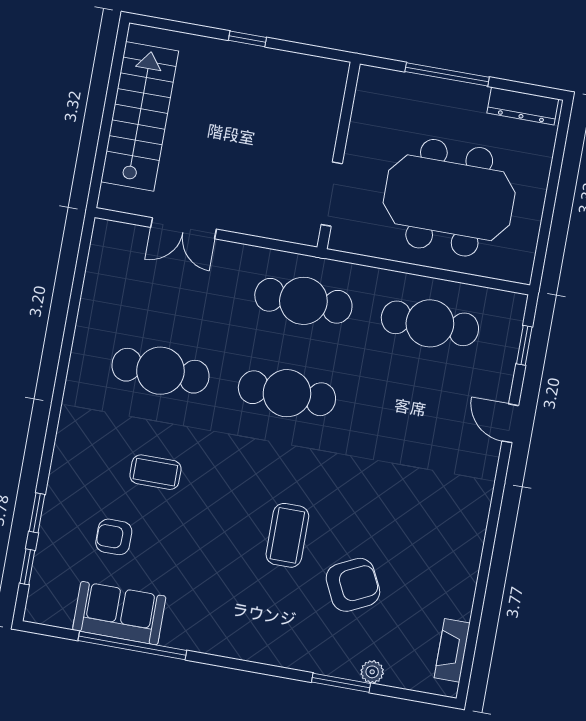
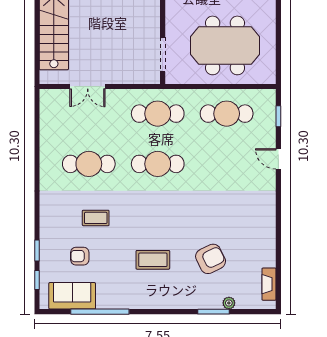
coffee table: (287, 535) -> (153, 260), moved, turned 90
sofa: (119, 613) -> (72, 296), moved

